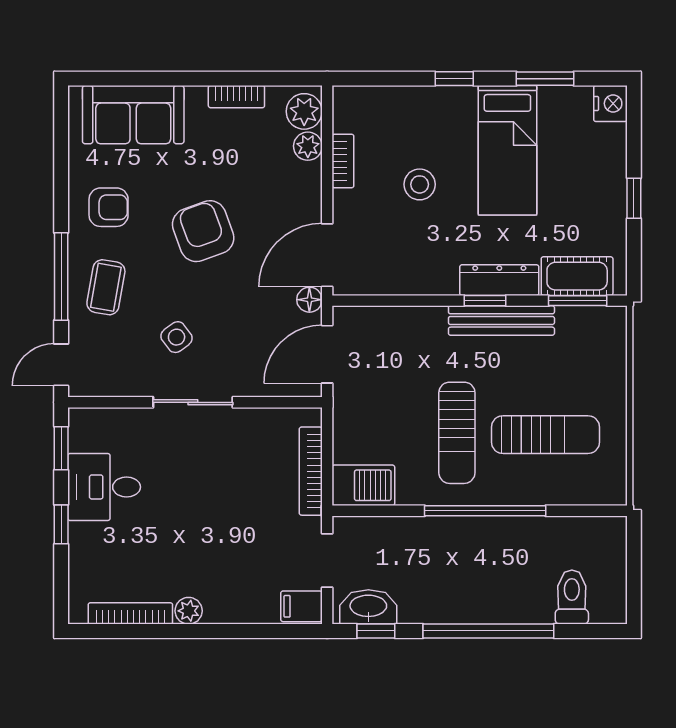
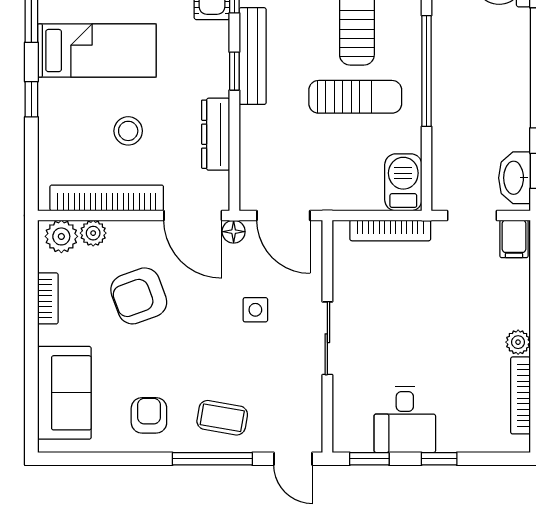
bookcase: (343, 161) -> (107, 198), width x2.31, depth x1.31
armchair: (203, 231) -> (139, 296), moved
dresser: (499, 280) -> (216, 134), moved
side table: (177, 337) -> (255, 310), moved, turned 37

